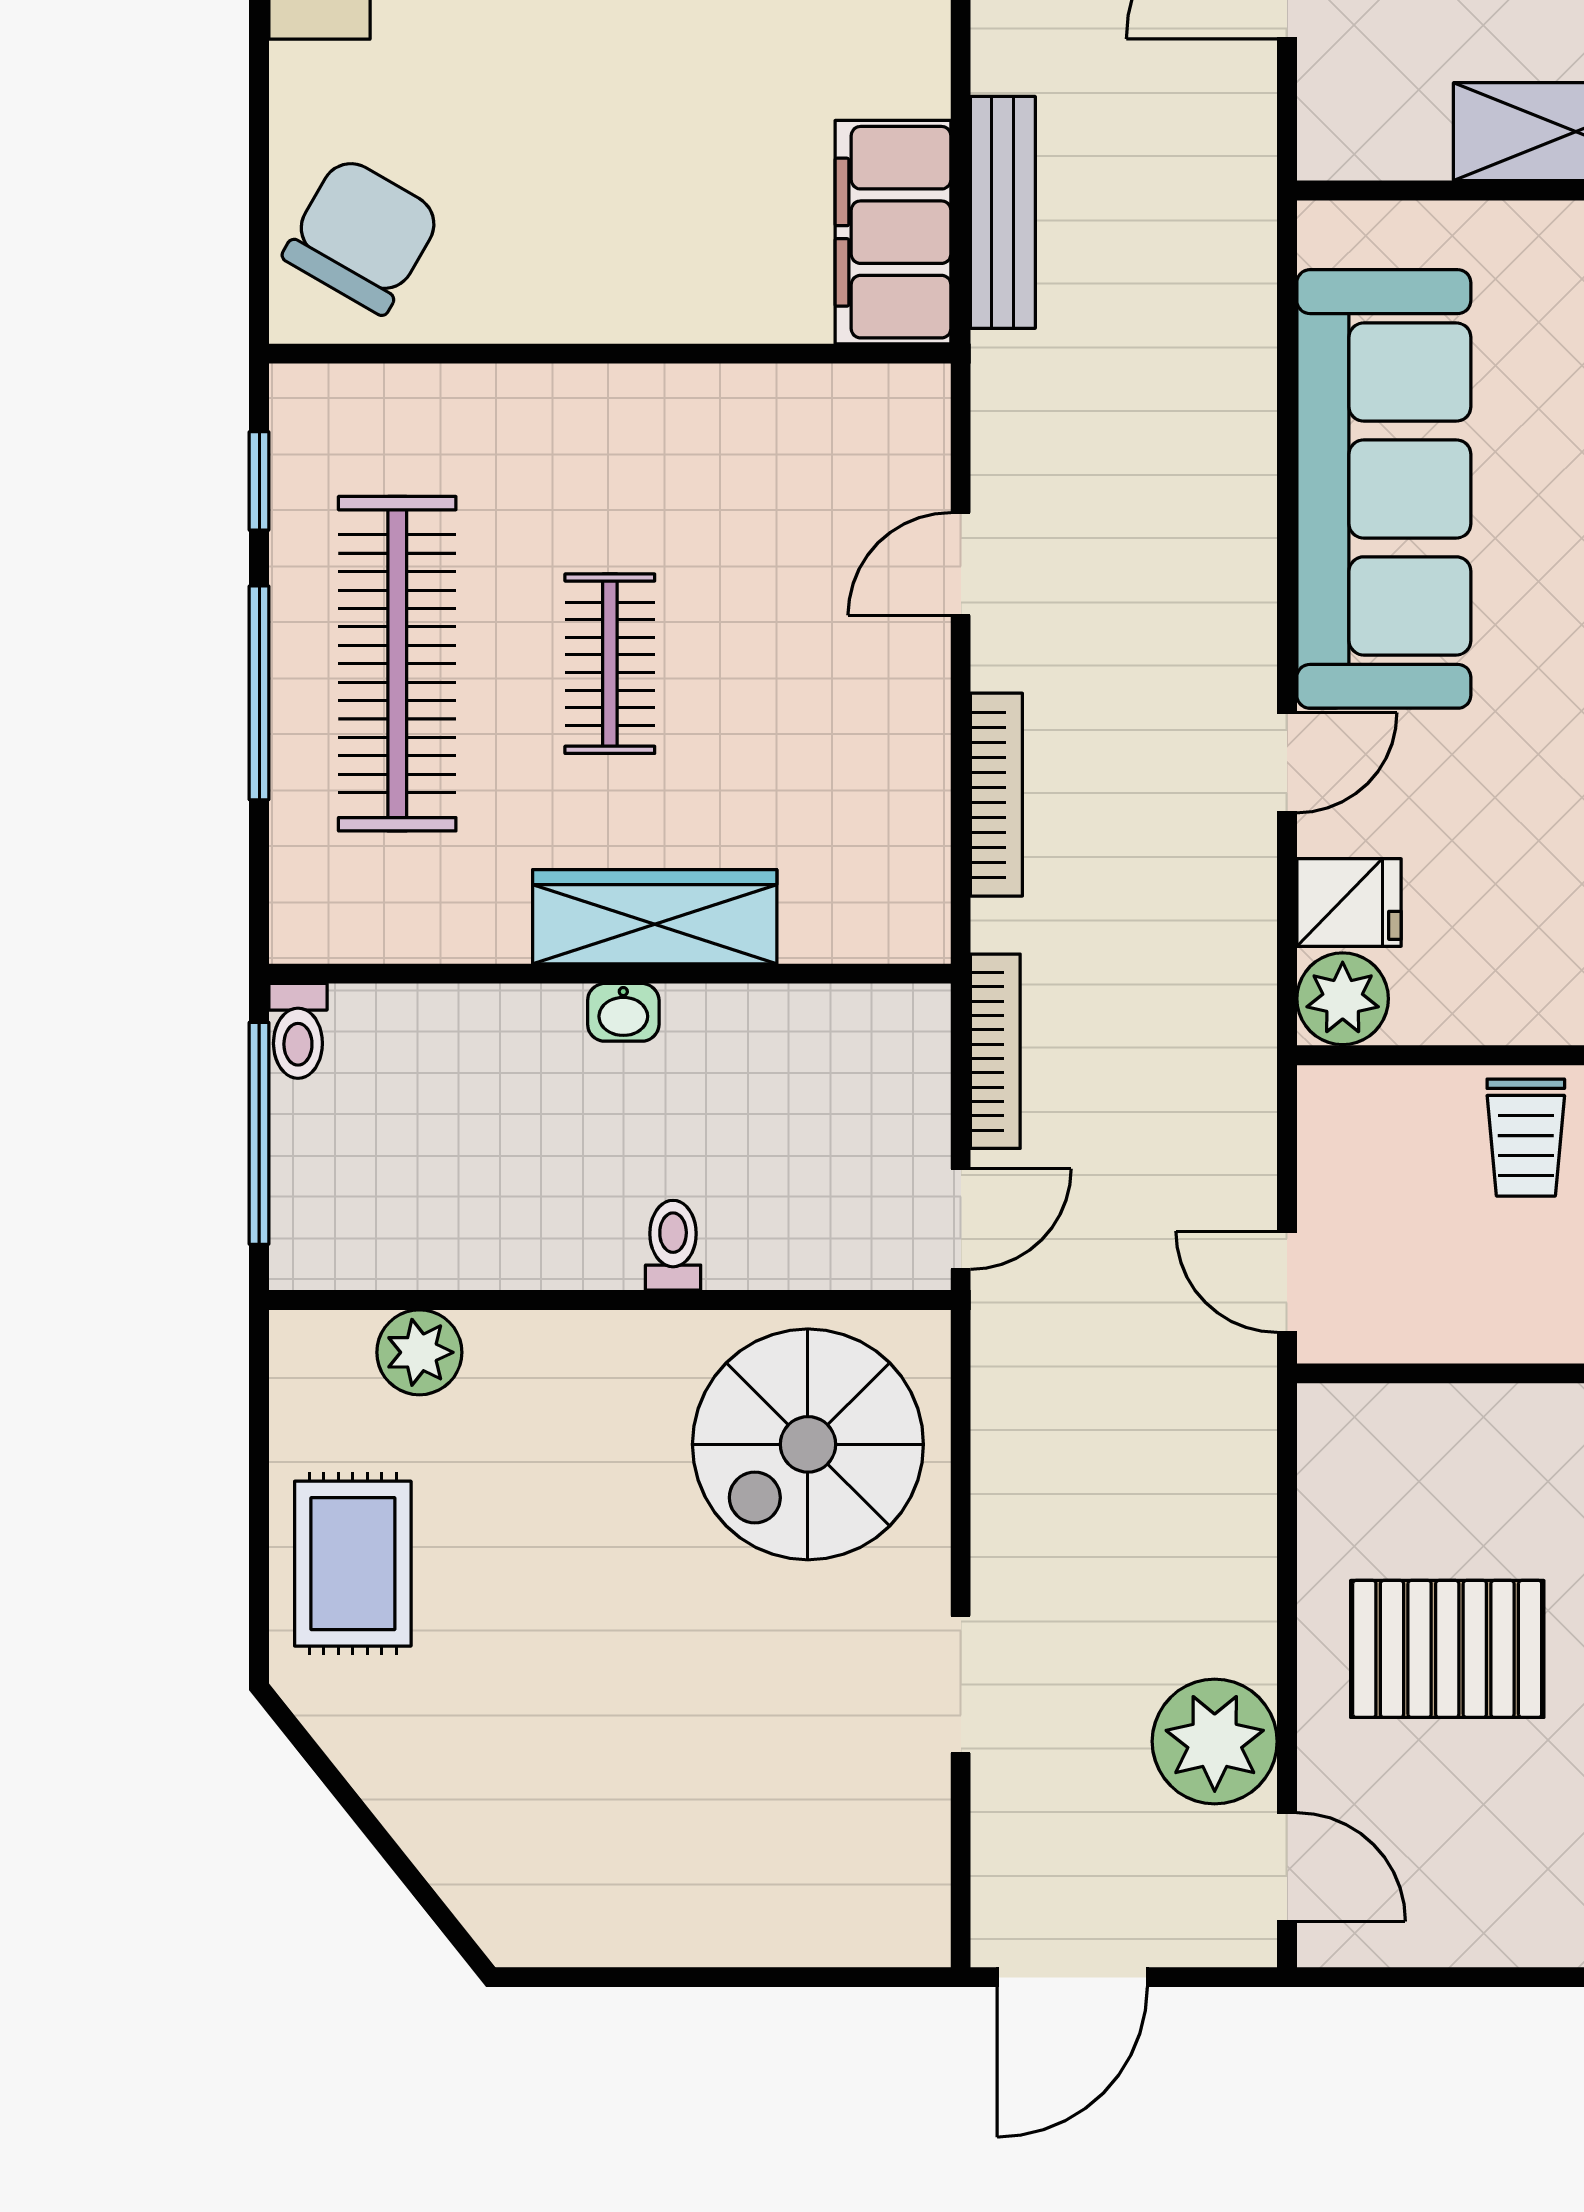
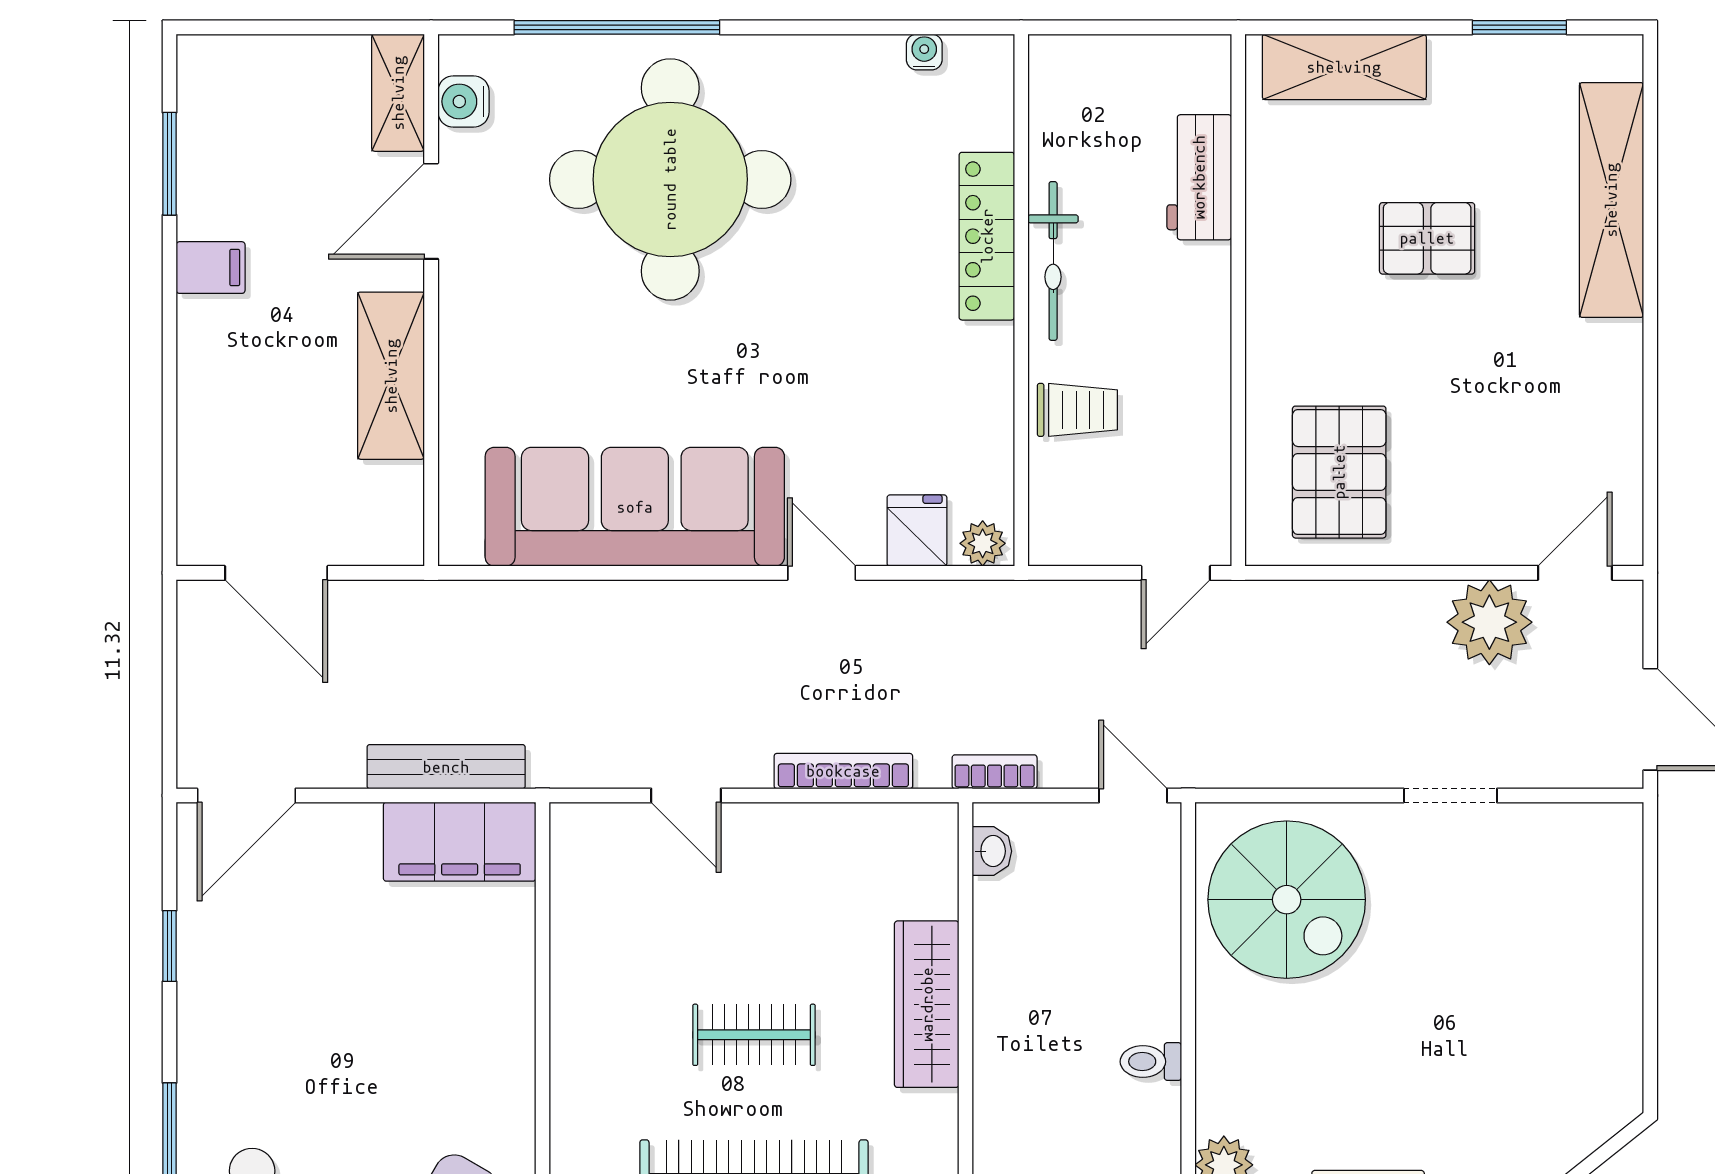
plant: (1343, 999) -> (983, 543), width x0.73, depth x0.73
washbasin: (623, 1012) -> (992, 851), moved
bookcase: (995, 1051) -> (995, 772), width x0.64
toilet: (673, 1245) -> (1151, 1062), moved
pallet: (1447, 1649) -> (1339, 472), moved

